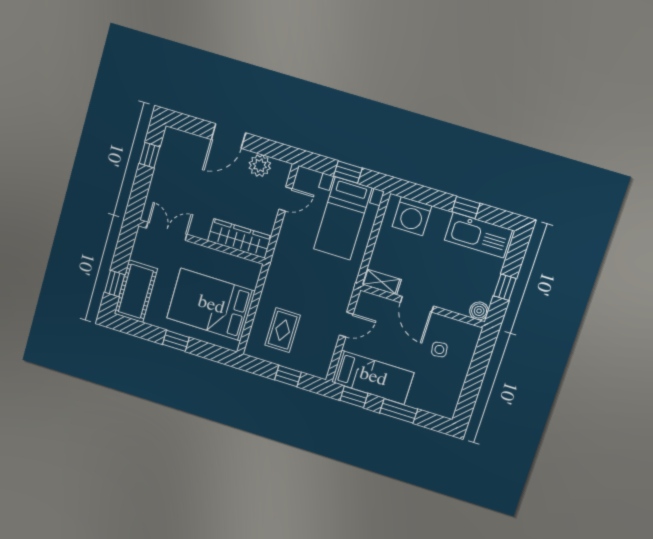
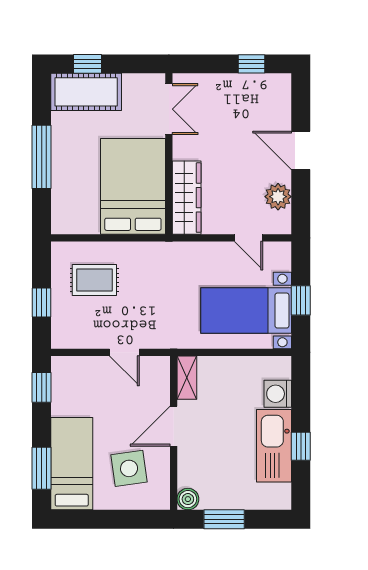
washing machine: (412, 216) -> (278, 394), width x0.73, depth x0.73
kitchen sink: (478, 235) -> (274, 446), moved
window: (505, 287) -> (224, 519), width x1.50
bed: (211, 305) -> (133, 186), moved
window: (176, 341) -> (42, 157), width x2.17
side table: (439, 349) -> (129, 468), width x1.87, depth x1.87
bed: (373, 377) -> (72, 464), moved, turned 180
window: (399, 411) -> (42, 468), moved

